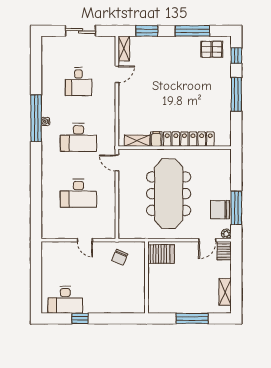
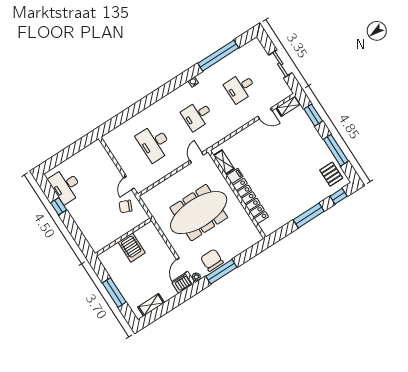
window: (36, 118) -> (218, 56), moved
desk: (78, 137) -> (197, 115), width x0.73
door: (85, 240) -> (129, 183), moved
door: (207, 240) -> (182, 265), hinge flipped
server rack: (161, 254) -> (132, 247), moved

